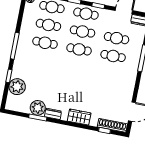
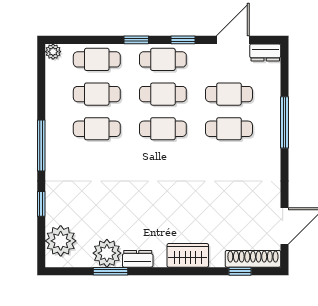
plant: (17, 87) -> (61, 241), moved

